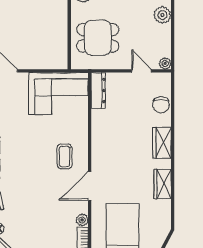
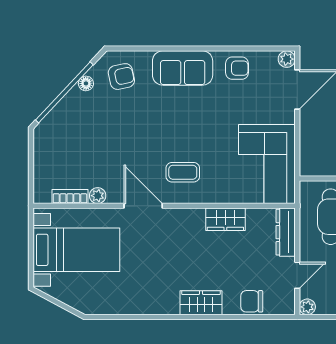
dresser: (98, 91) -> (286, 232), moved, turned 90
wardrobe: (163, 184) -> (225, 219), moved, turned 180

